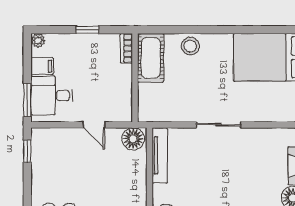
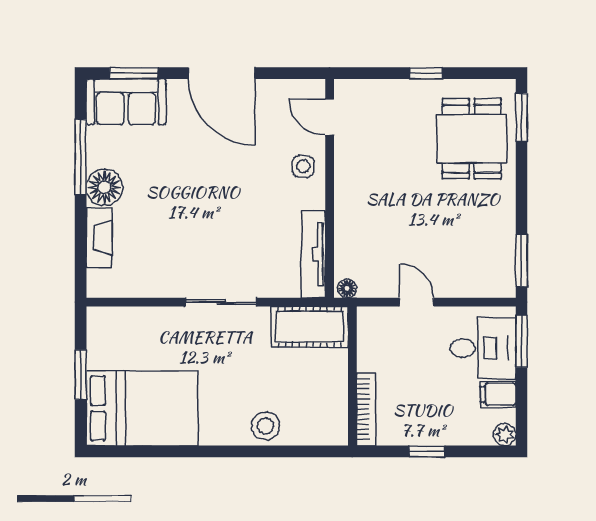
bookcase: (126, 48) -> (366, 409), width x1.56
cot: (151, 58) -> (310, 327), moved, turned 90
floor lamp: (133, 139) -> (347, 288), width x0.53, depth x0.53
window: (27, 151) -> (522, 260), width x1.50

